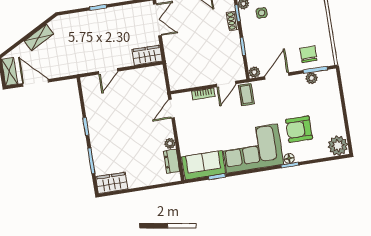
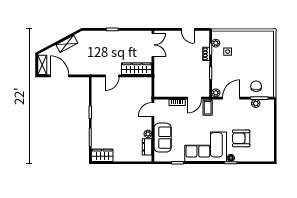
wardrobe: (147, 55) -> (137, 69), width x1.50
plant: (338, 146) -> (267, 154), removed
sofa: (204, 165) -> (163, 138), moved, turned 90

